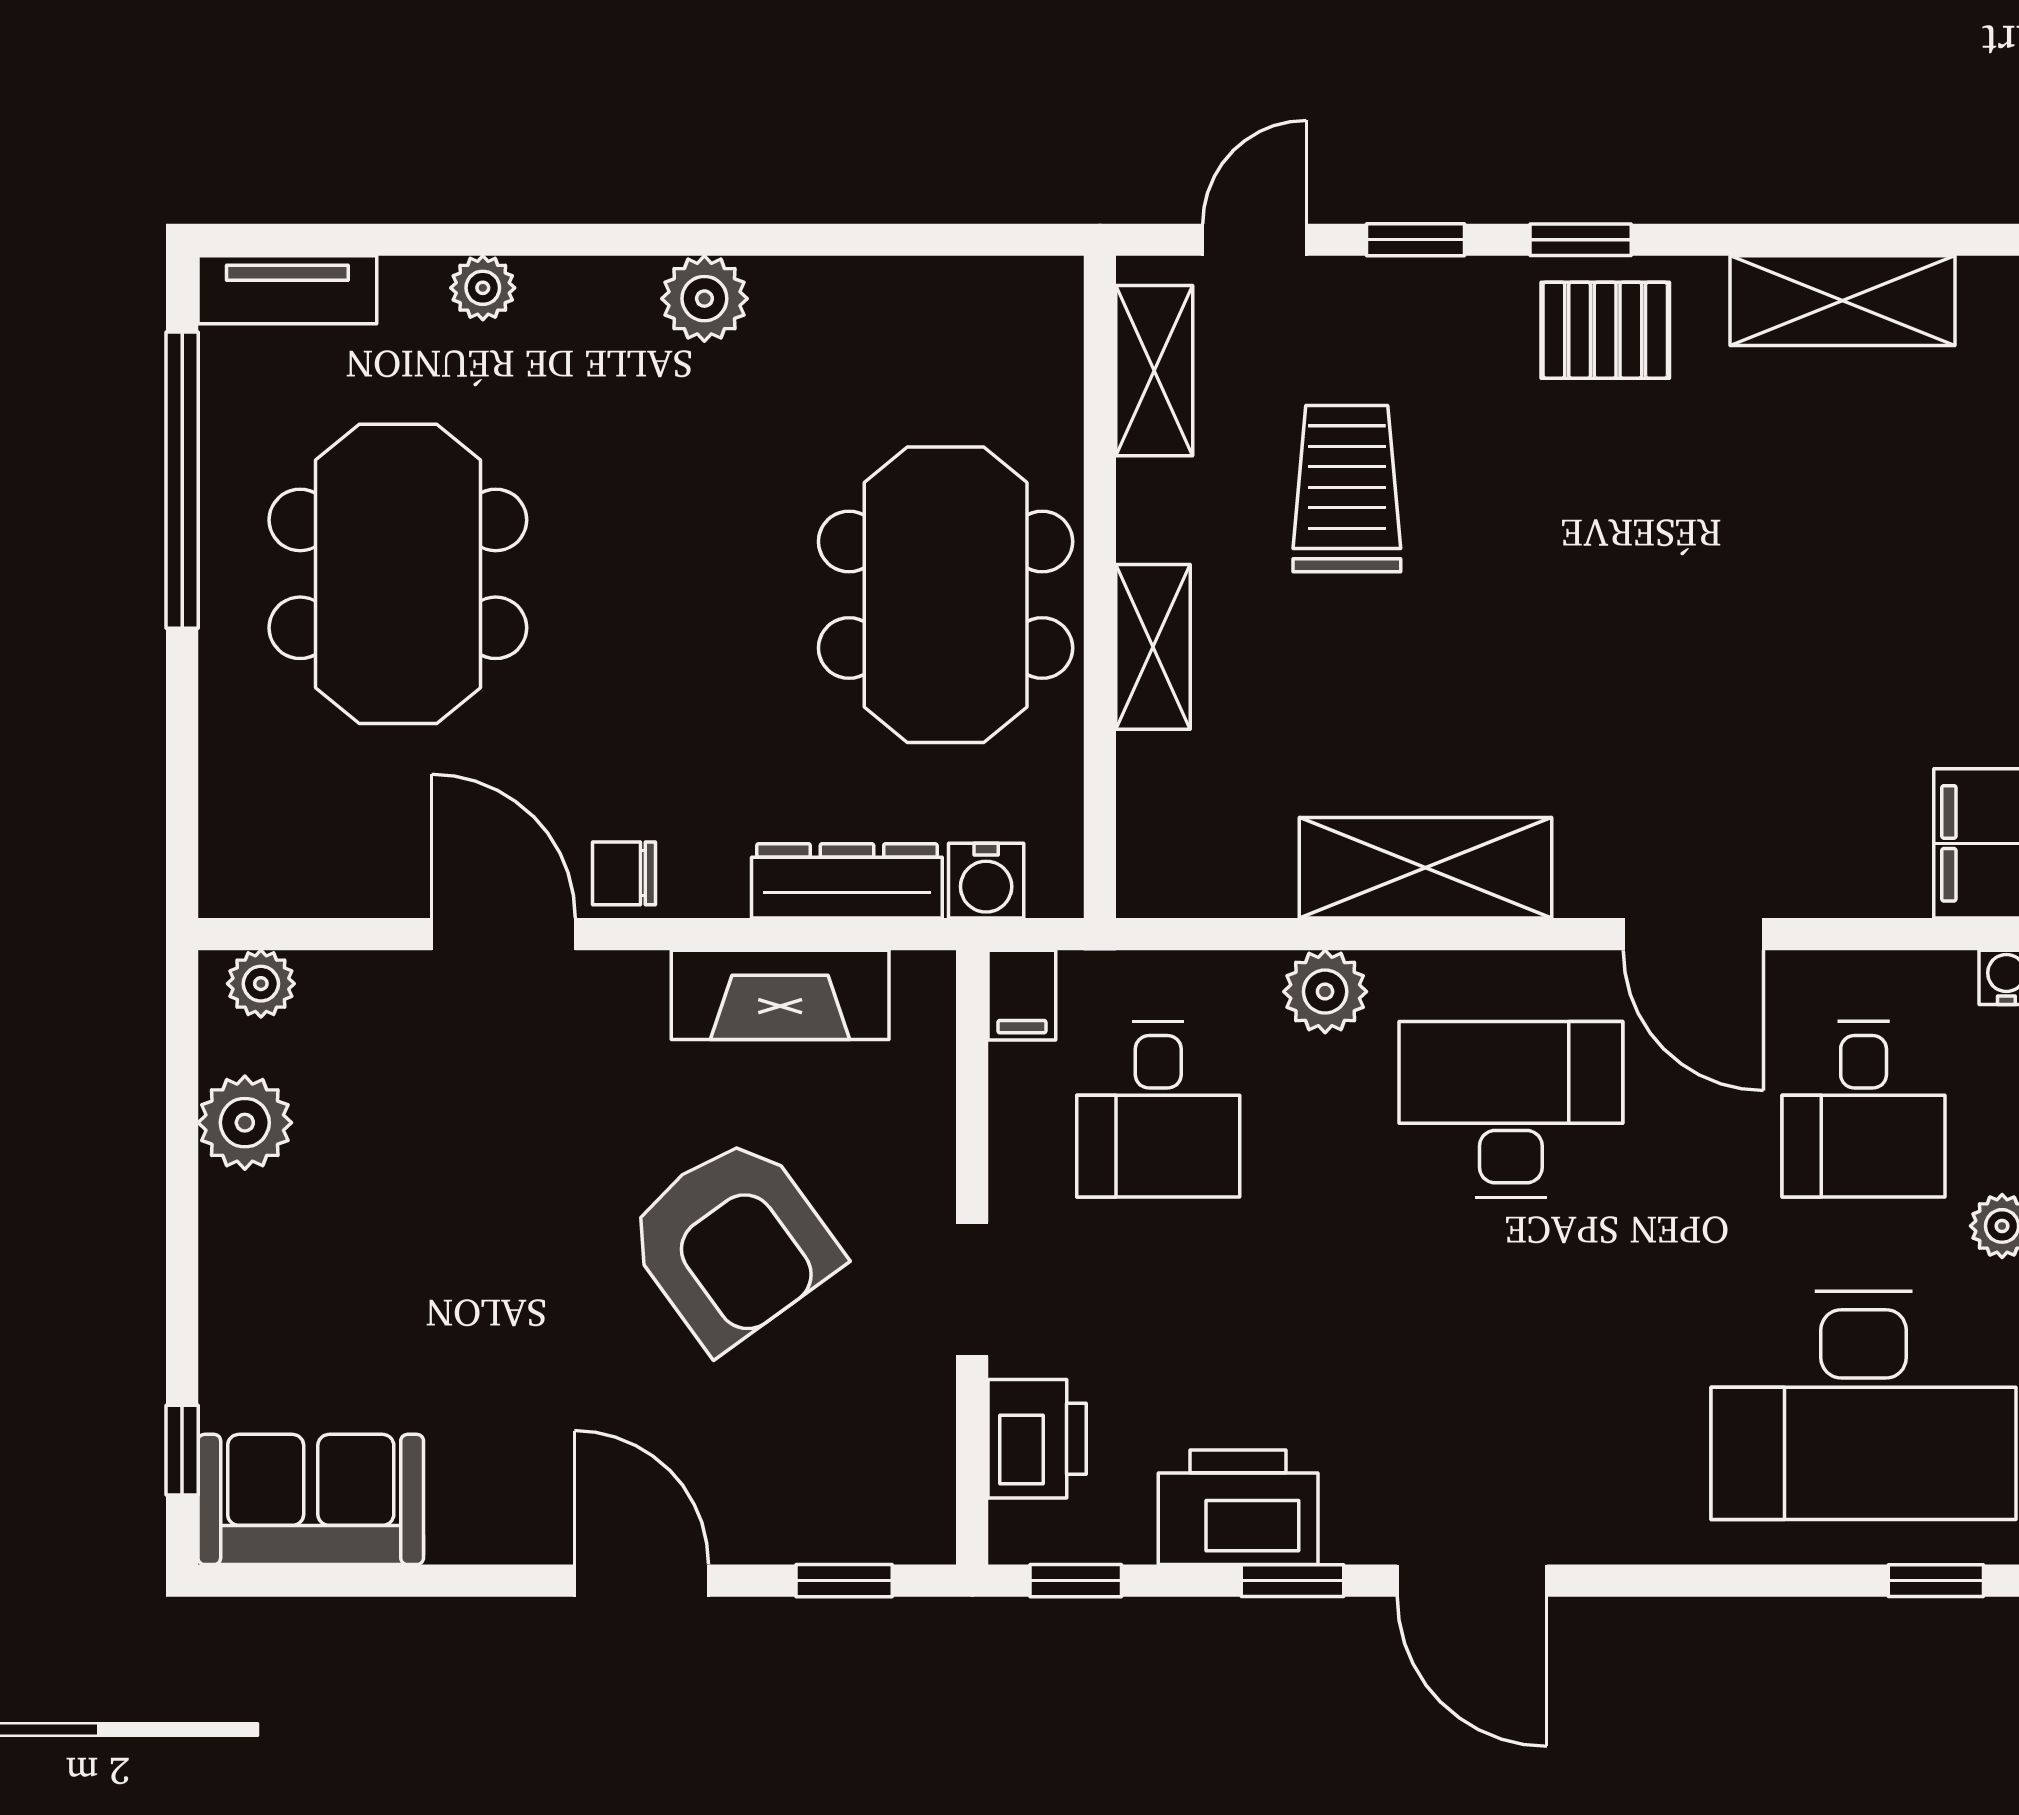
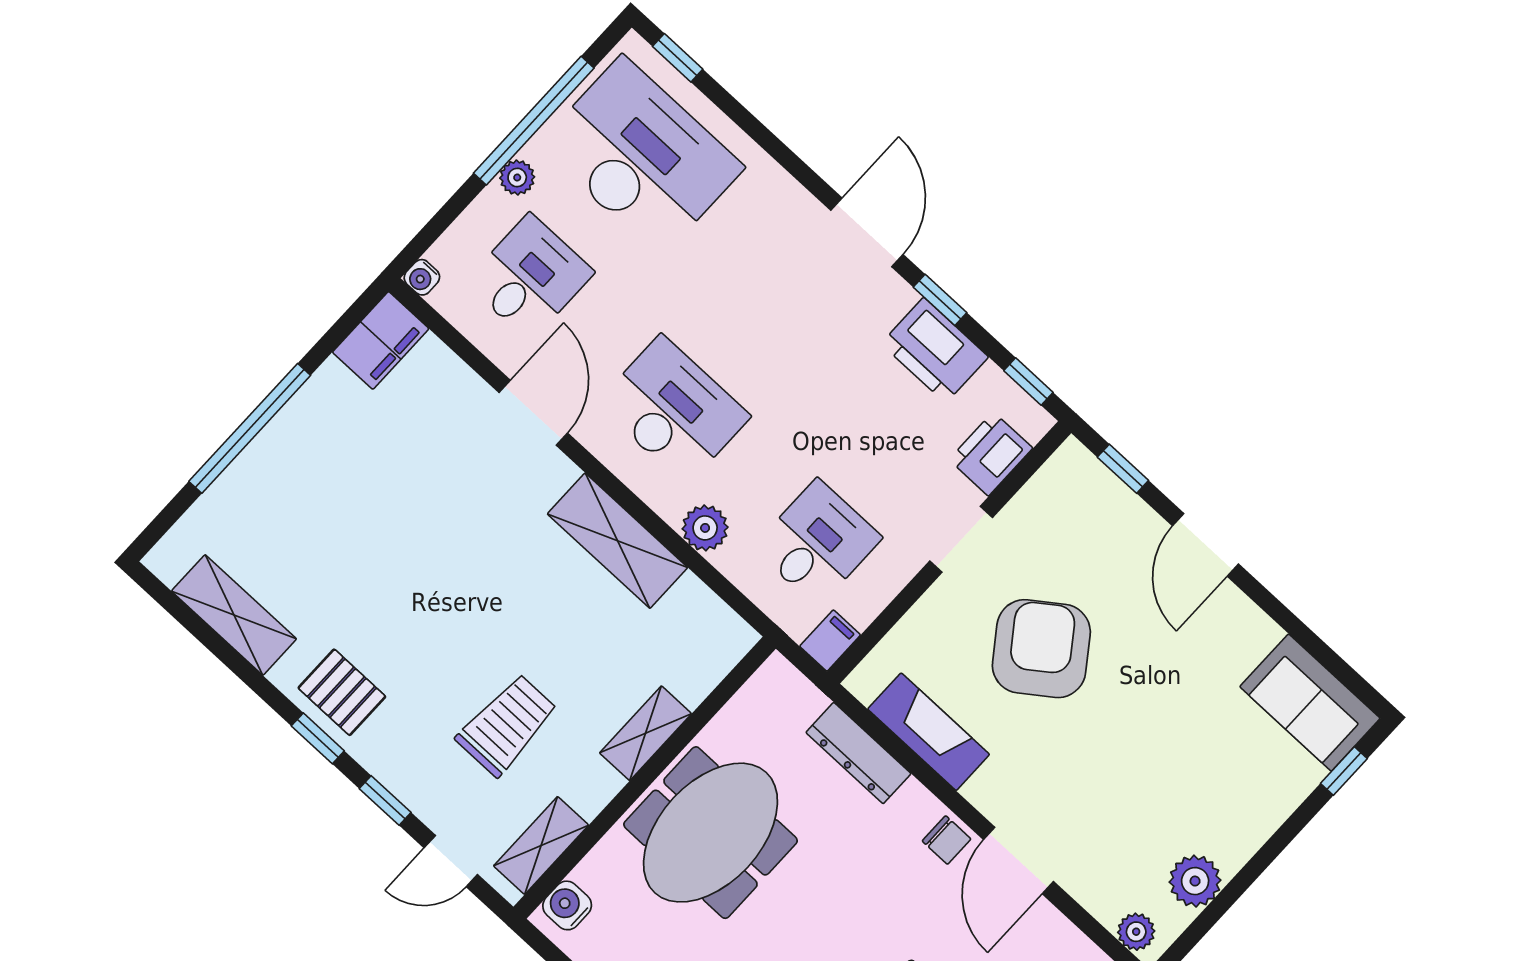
trolley: (1347, 489) -> (507, 725), turned 180
water cooler: (986, 881) -> (567, 905), moved, turned -90
desk: (1511, 1109) -> (674, 410), turned 180

